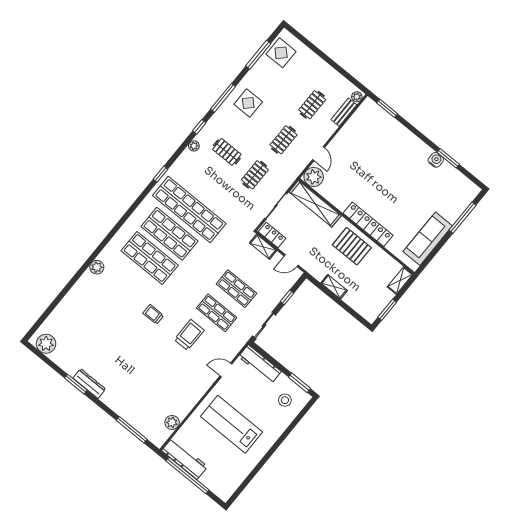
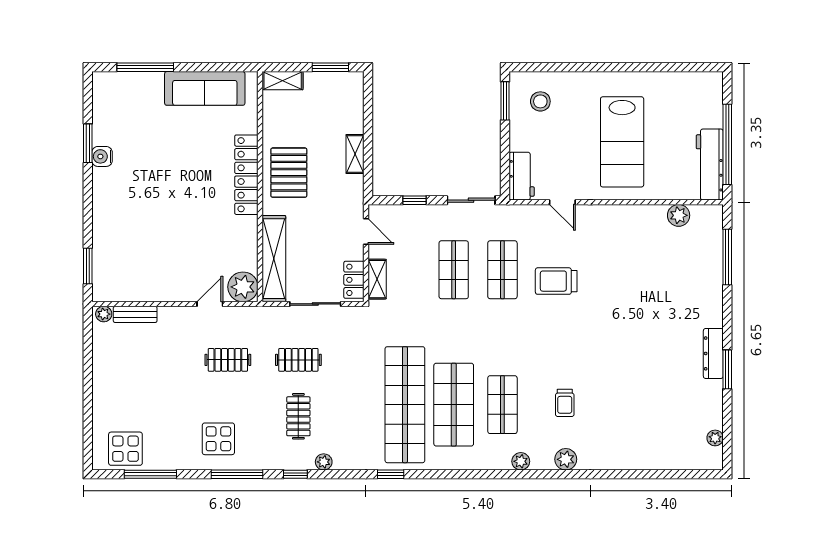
clothes rail: (312, 105) -> (157, 360), removed
plant: (114, 244) -> (521, 461), added
shop shelf: (150, 258) -> (502, 405), width x0.70, depth x0.74
trolley: (153, 314) -> (565, 403), moved
plant: (46, 344) -> (715, 438), width x0.53, depth x0.53
workbench: (260, 364) -> (522, 176), width x0.73

